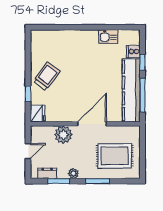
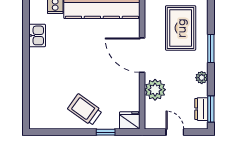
window: (59, 181) -> (211, 109), moved

